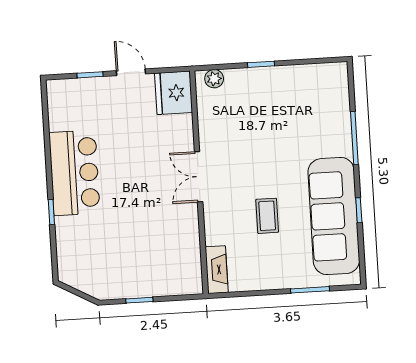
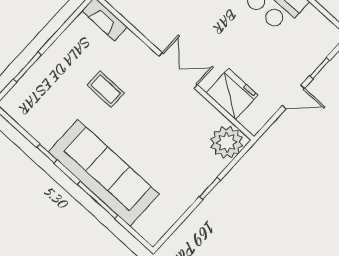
plant: (214, 79) -> (227, 142), width x1.88, depth x1.88
fridge: (174, 93) -> (232, 94), moved
sofa: (334, 216) -> (104, 173), moved

